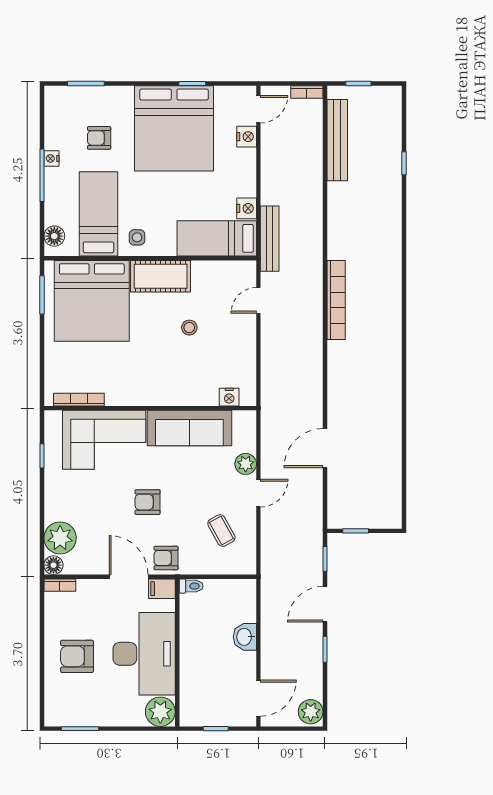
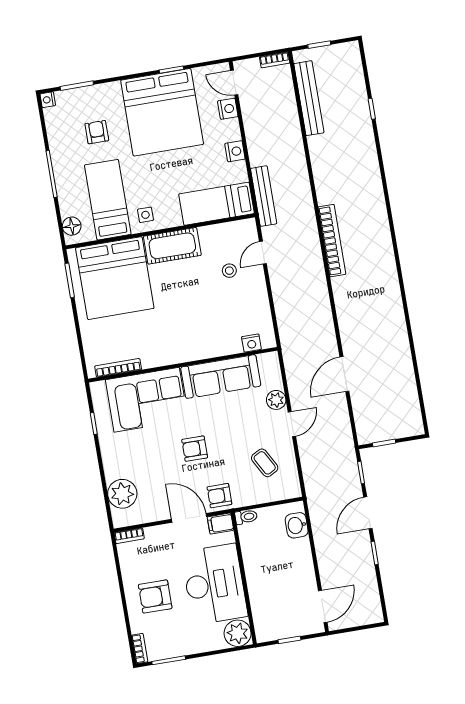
door: (258, 109) -> (234, 83), swing flipped
armchair: (99, 138) -> (97, 132), turned 90
nightstand: (52, 158) -> (48, 100), moved
nightstand: (247, 208) -> (235, 151), moved
stool: (189, 328) -> (229, 271), moved
floor lamp: (53, 565) -> (120, 519), removed
washbasin: (245, 637) -> (297, 525), moved
bookcase: (50, 710) -> (140, 649), added
plant: (311, 712) -> (371, 611), removed

